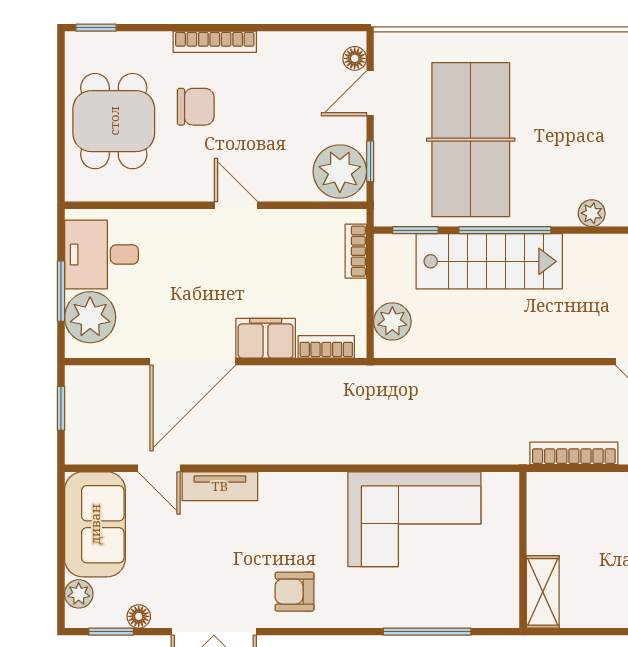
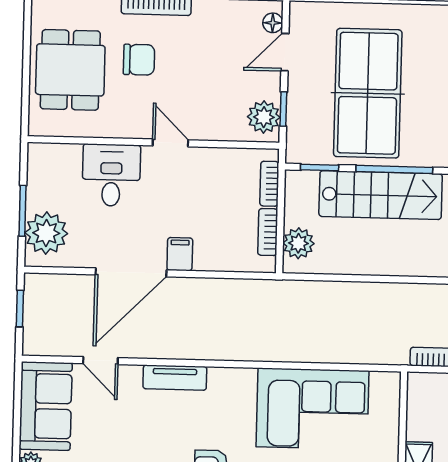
plant: (340, 171) -> (264, 117), width x0.73, depth x0.73
desk: (101, 254) -> (111, 175), moved, turned 90
filing cabinet: (266, 338) -> (180, 254), width x0.50
bookcase: (326, 347) -> (268, 232), moved, turned -90
tv unit: (220, 486) -> (175, 378), moved

